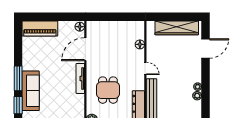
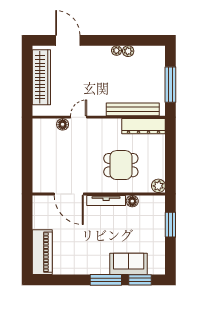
floor lamp: (80, 27) -> (132, 201), moved
door: (145, 68) -> (79, 117), moved
sofa: (31, 91) -> (129, 264), width x0.73

